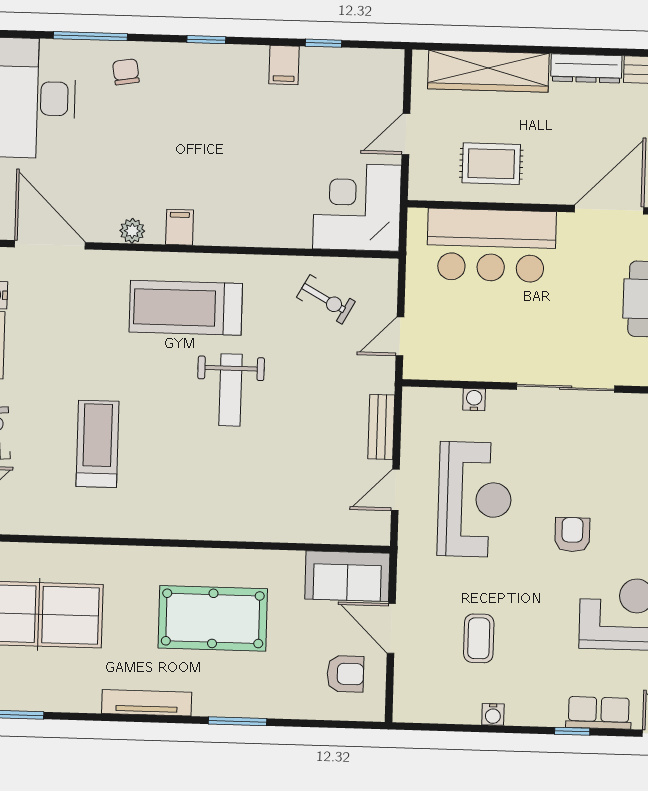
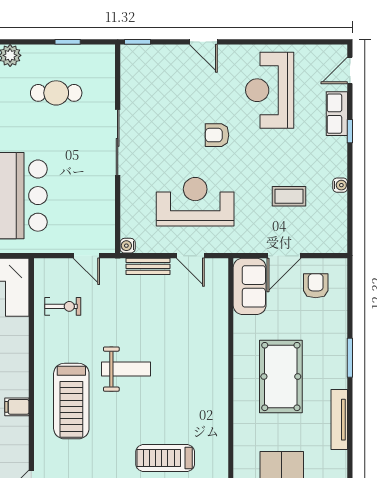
plant: (132, 231) -> (20, 439), removed
exercise bike: (326, 299) -> (63, 306), turned 61
water cooler: (474, 400) -> (128, 246), moved

